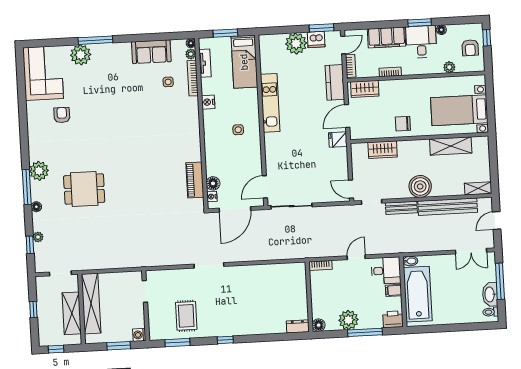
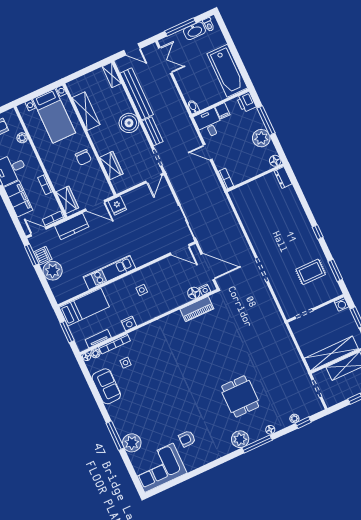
bathtub: (418, 294) -> (227, 71), moved, turned -90

